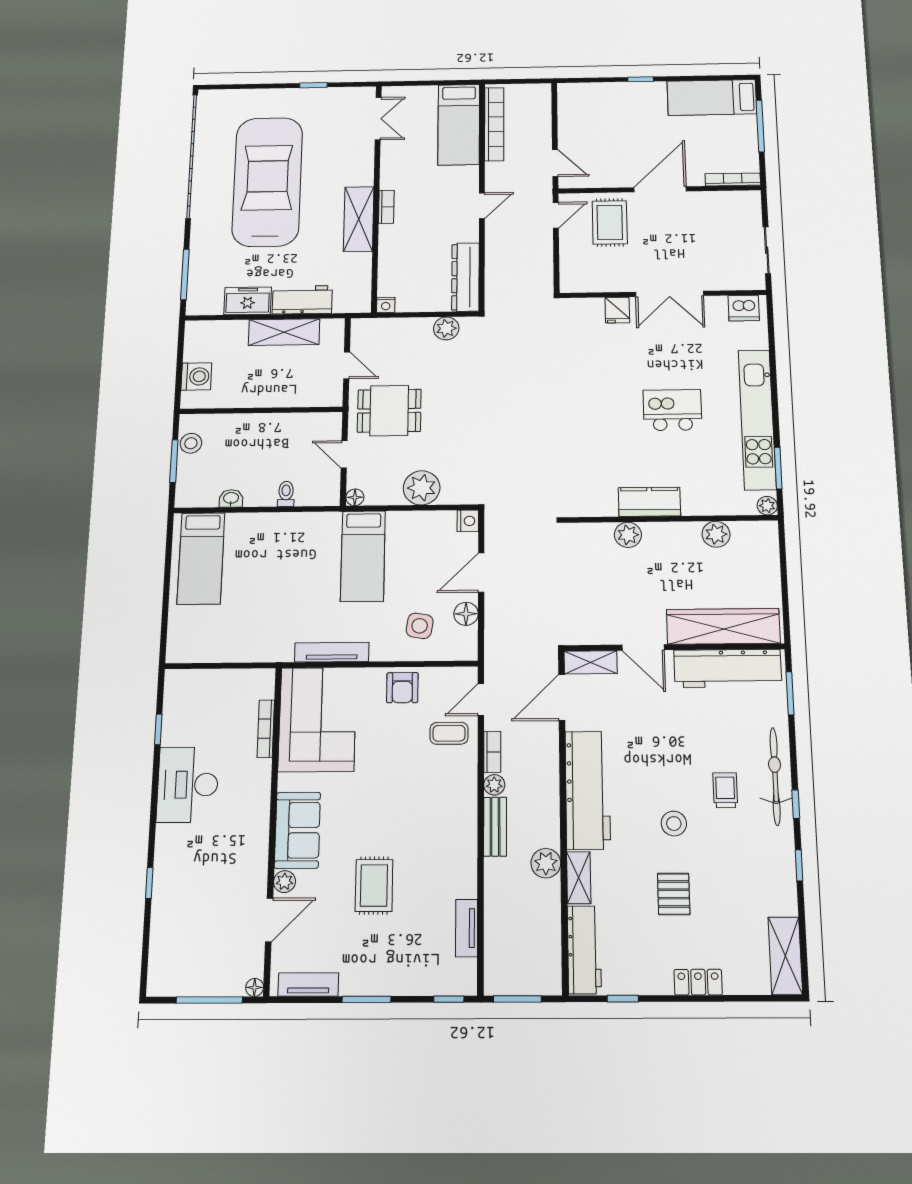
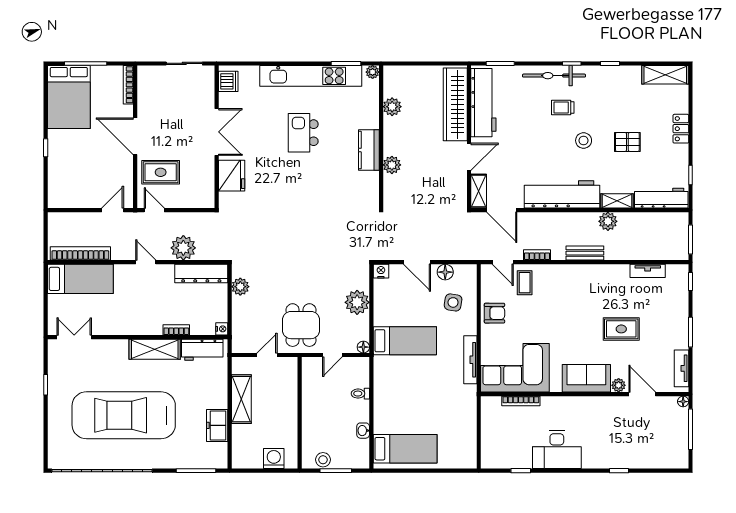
bed: (712, 97) -> (69, 97), width x1.50
bookcase: (386, 207) -> (176, 330), moved
workbench: (302, 300) -> (202, 350), moved, turned -90
fridge: (617, 310) -> (232, 176), width x1.88, depth x1.34
plant: (494, 785) -> (183, 248), moved, width x1.88, depth x1.88

